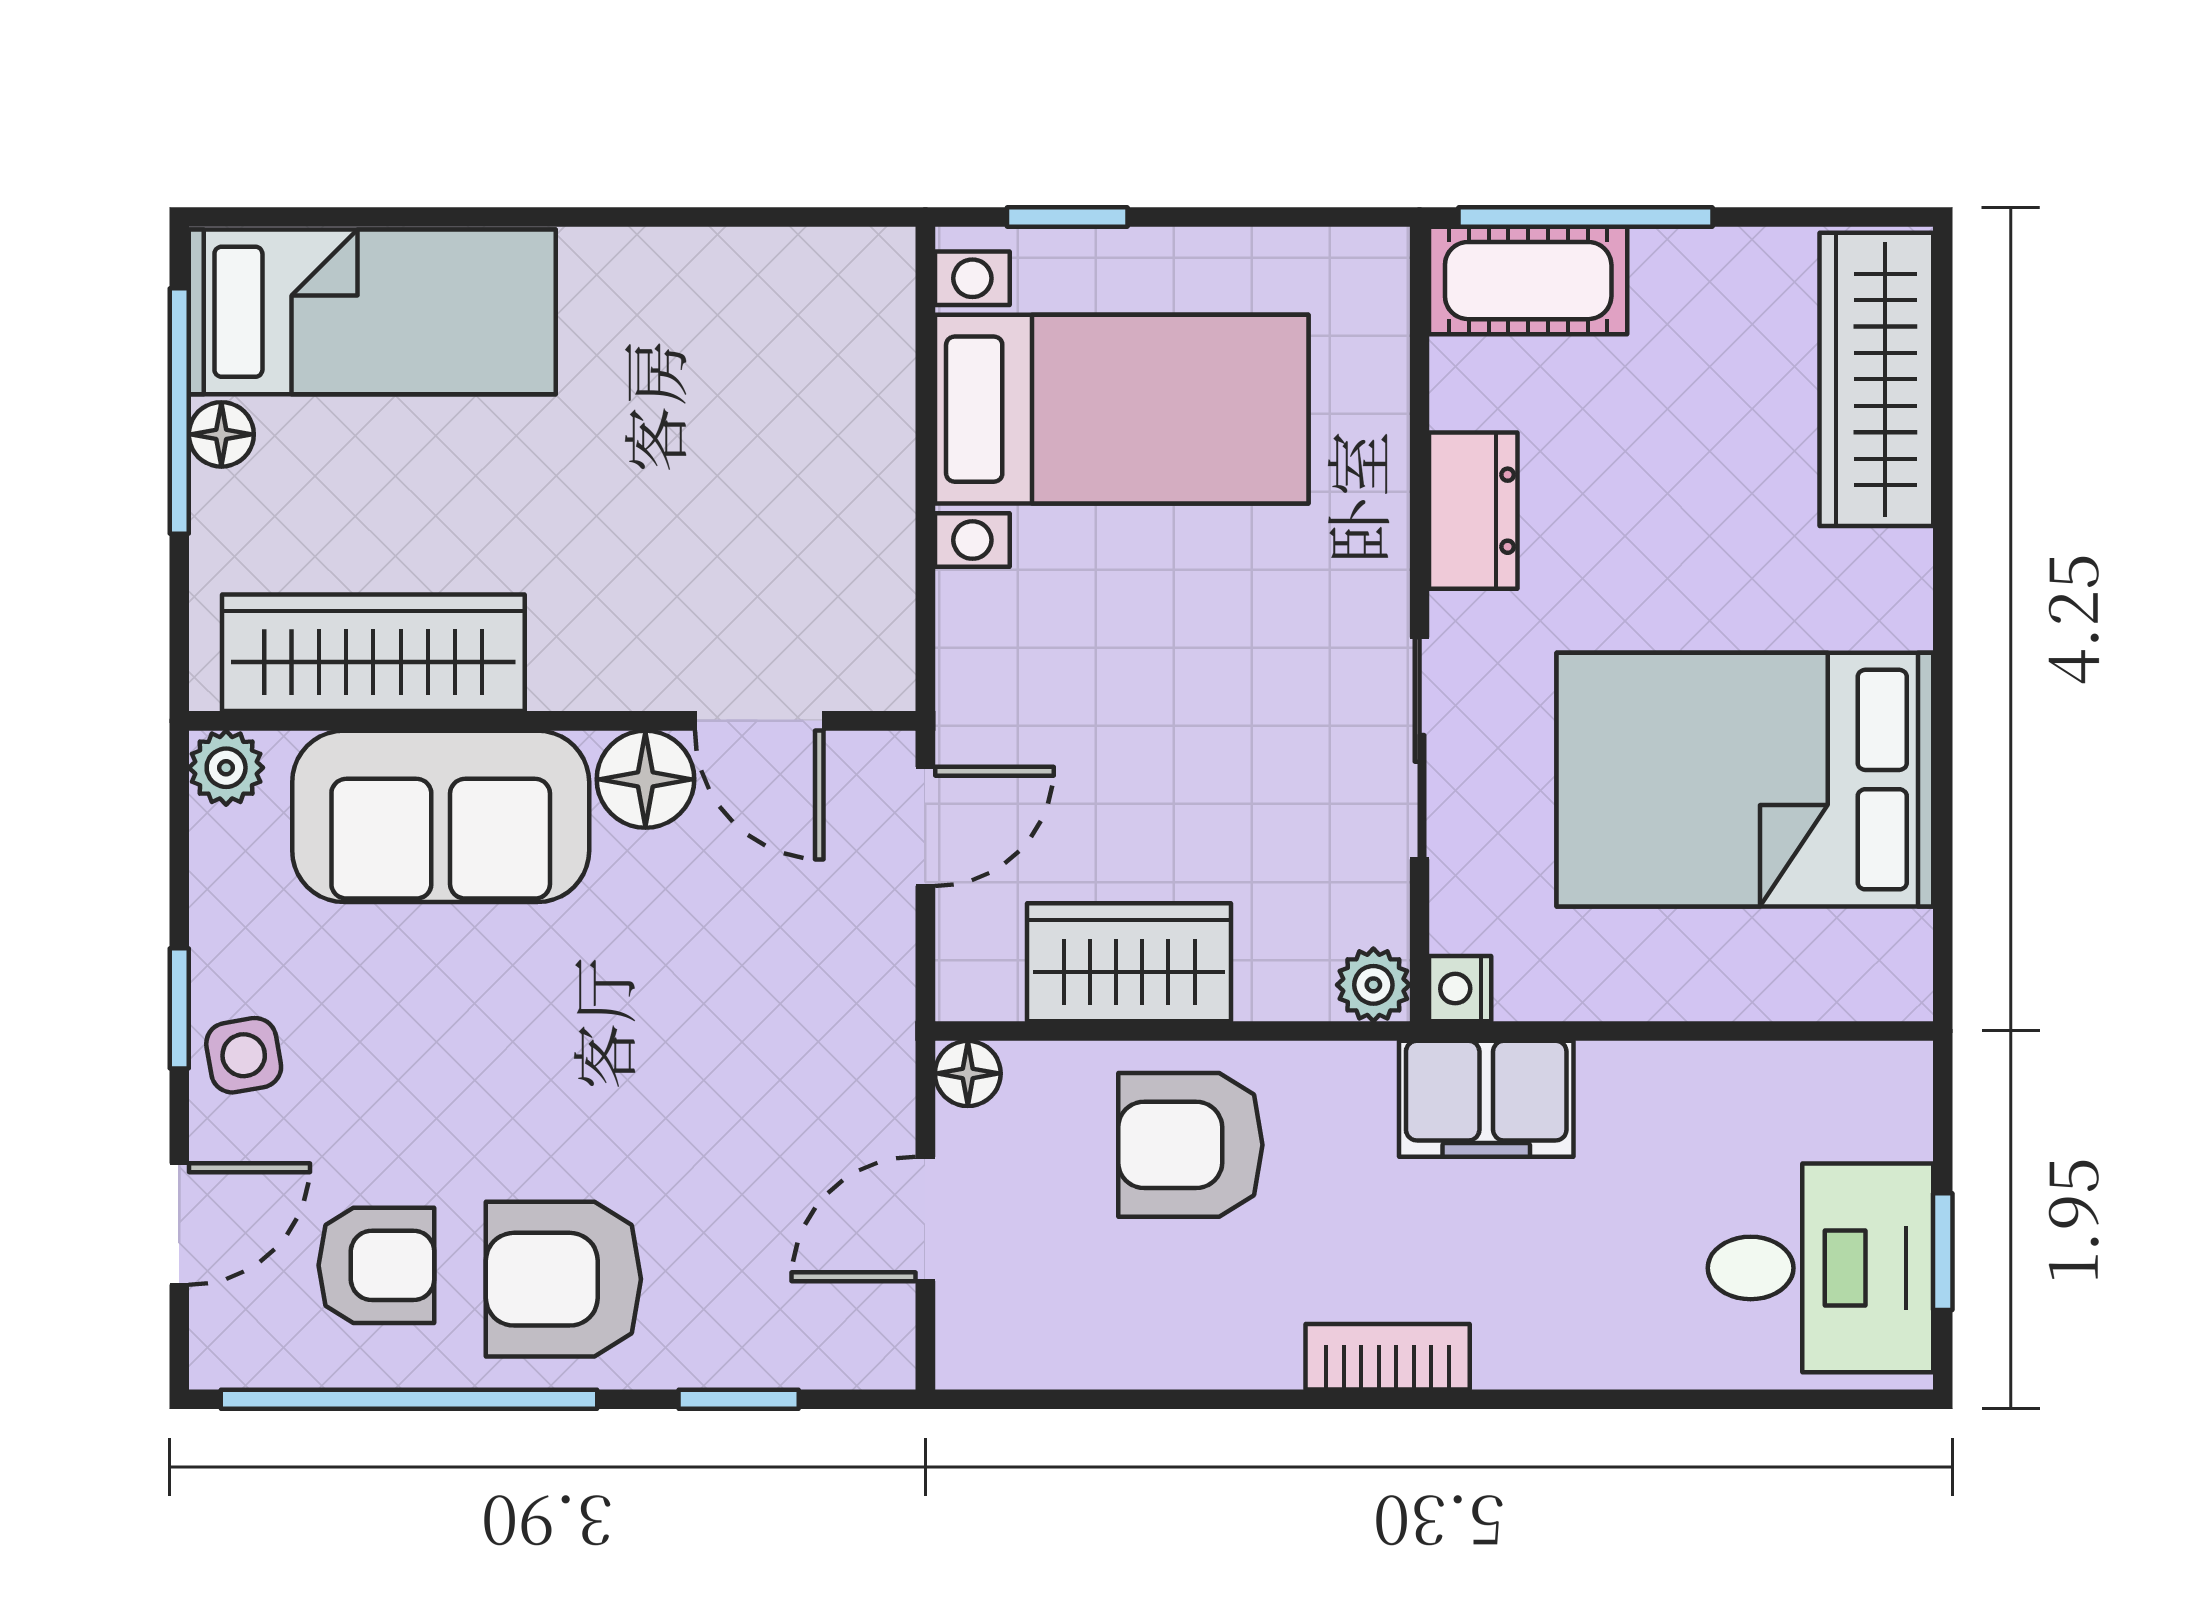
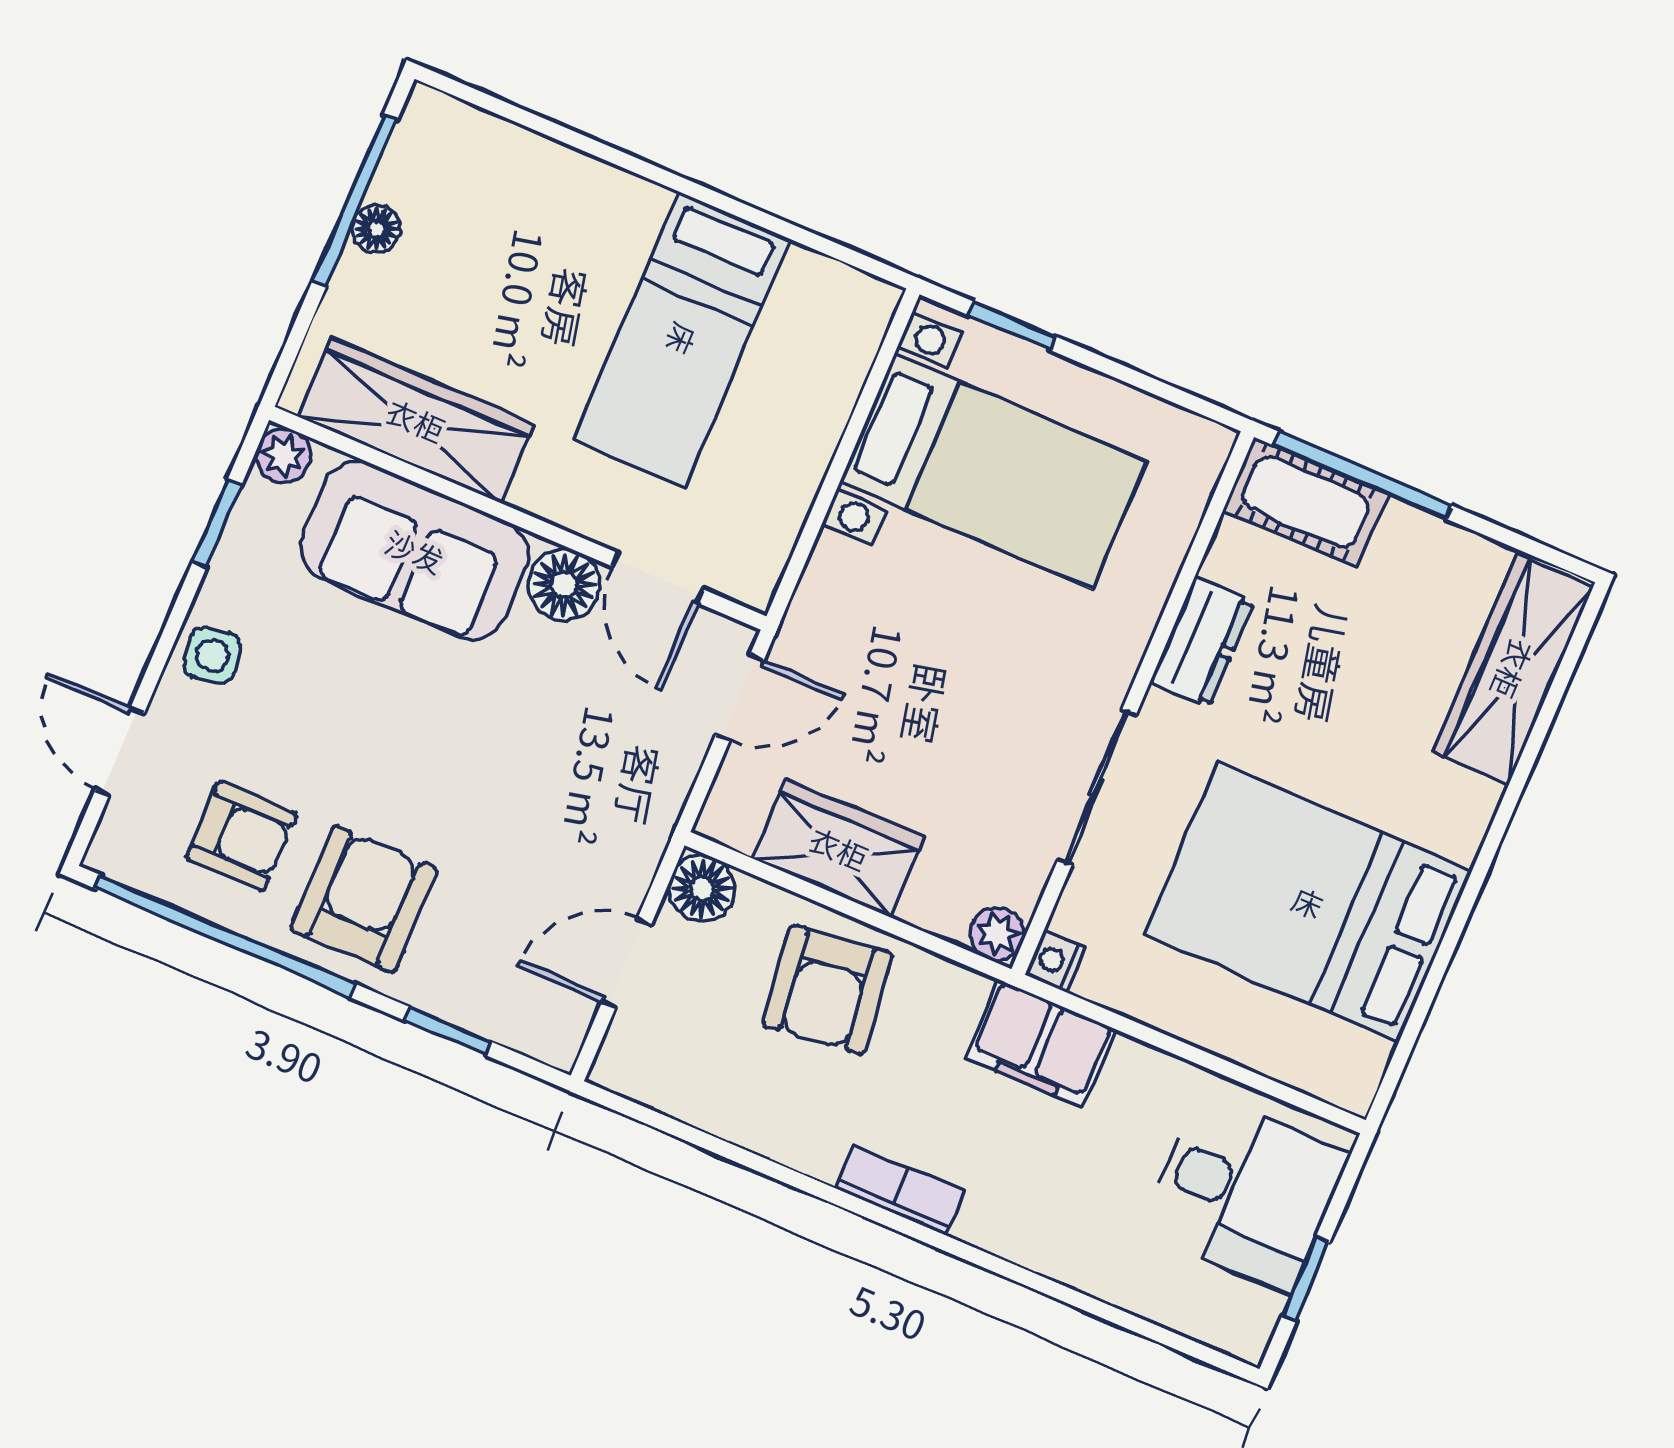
bed: (372, 312) -> (682, 339), moved, turned 90
window: (179, 1008) -> (217, 524), moved
floor lamp: (968, 1073) -> (702, 889), width x1.37, depth x1.37
armchair: (1190, 1145) -> (827, 989), turned -97
door: (179, 1224) -> (120, 751), swing flipped
desk: (1820, 1268) -> (1245, 1192), moved
armchair: (563, 1279) -> (364, 899), turned 90

